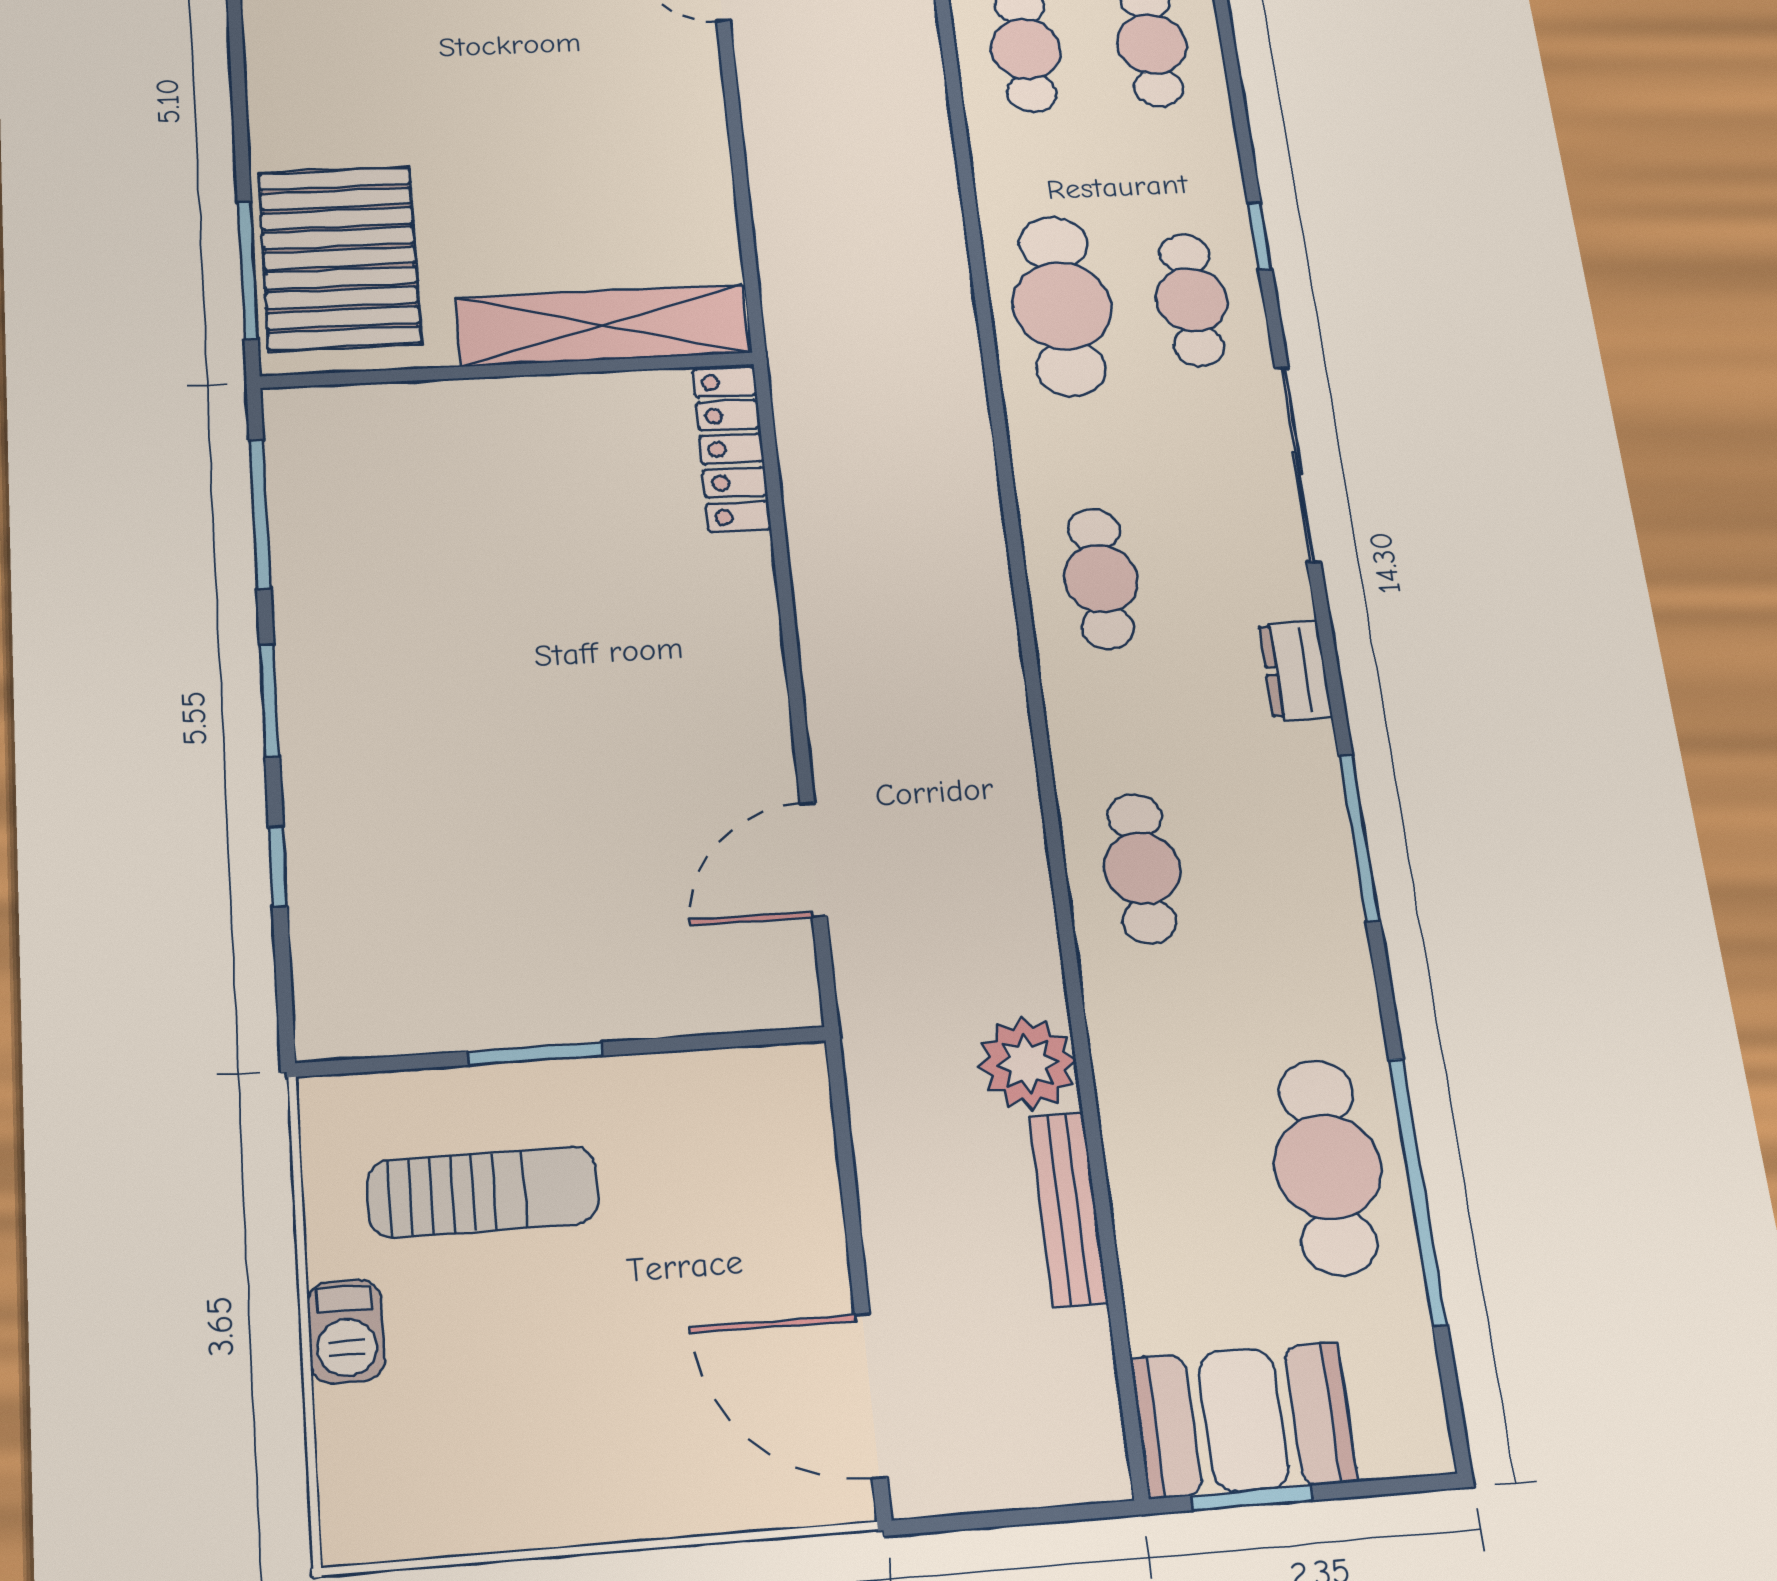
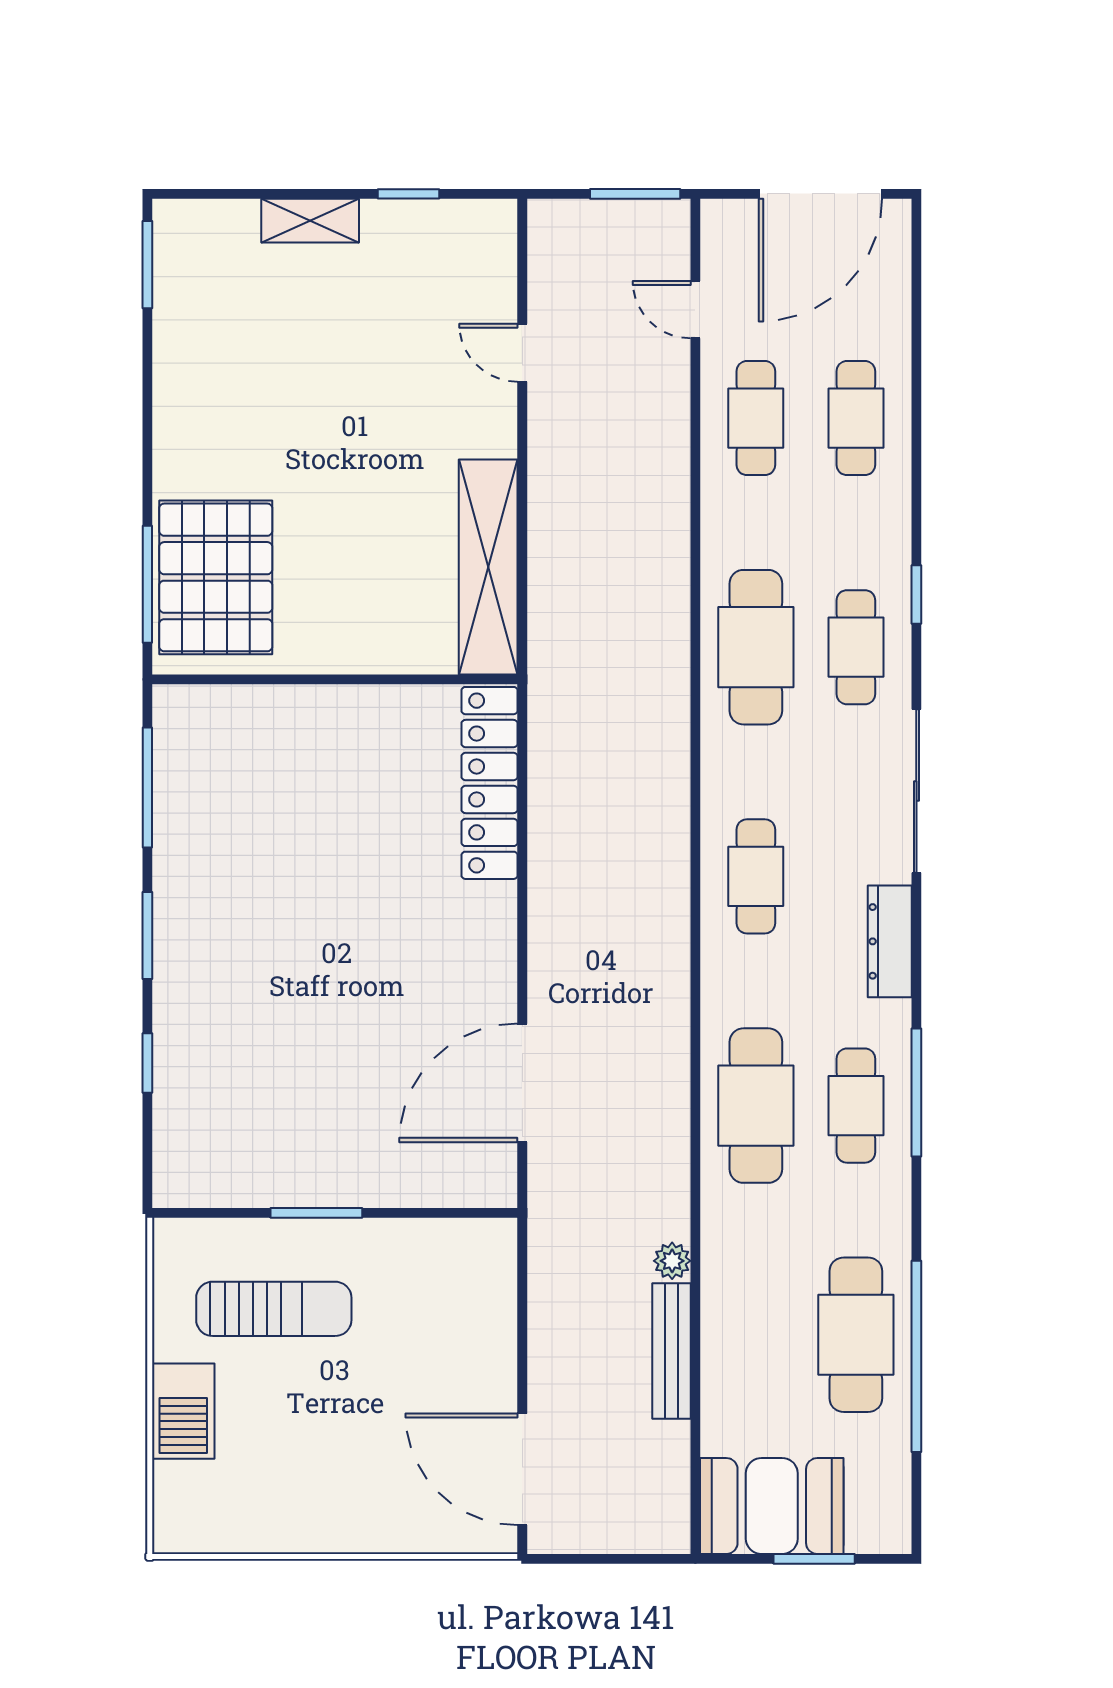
shelving: (603, 325) -> (488, 567), moved, turned 90
locker: (731, 449) -> (490, 783), width x1.41, depth x1.21
dresser: (1295, 670) -> (890, 941), width x1.44
door: (813, 860) -> (522, 1083), width x1.36
cafe table: (1279, 860) -> (856, 1106), added
cafe table: (1142, 869) -> (756, 1106), width x1.37, depth x1.35
plant: (1027, 1064) -> (672, 1261), width x0.53, depth x0.53
barbecue: (346, 1331) -> (183, 1411), width x1.38, depth x1.27
window: (1252, 1498) -> (814, 1559), moved

